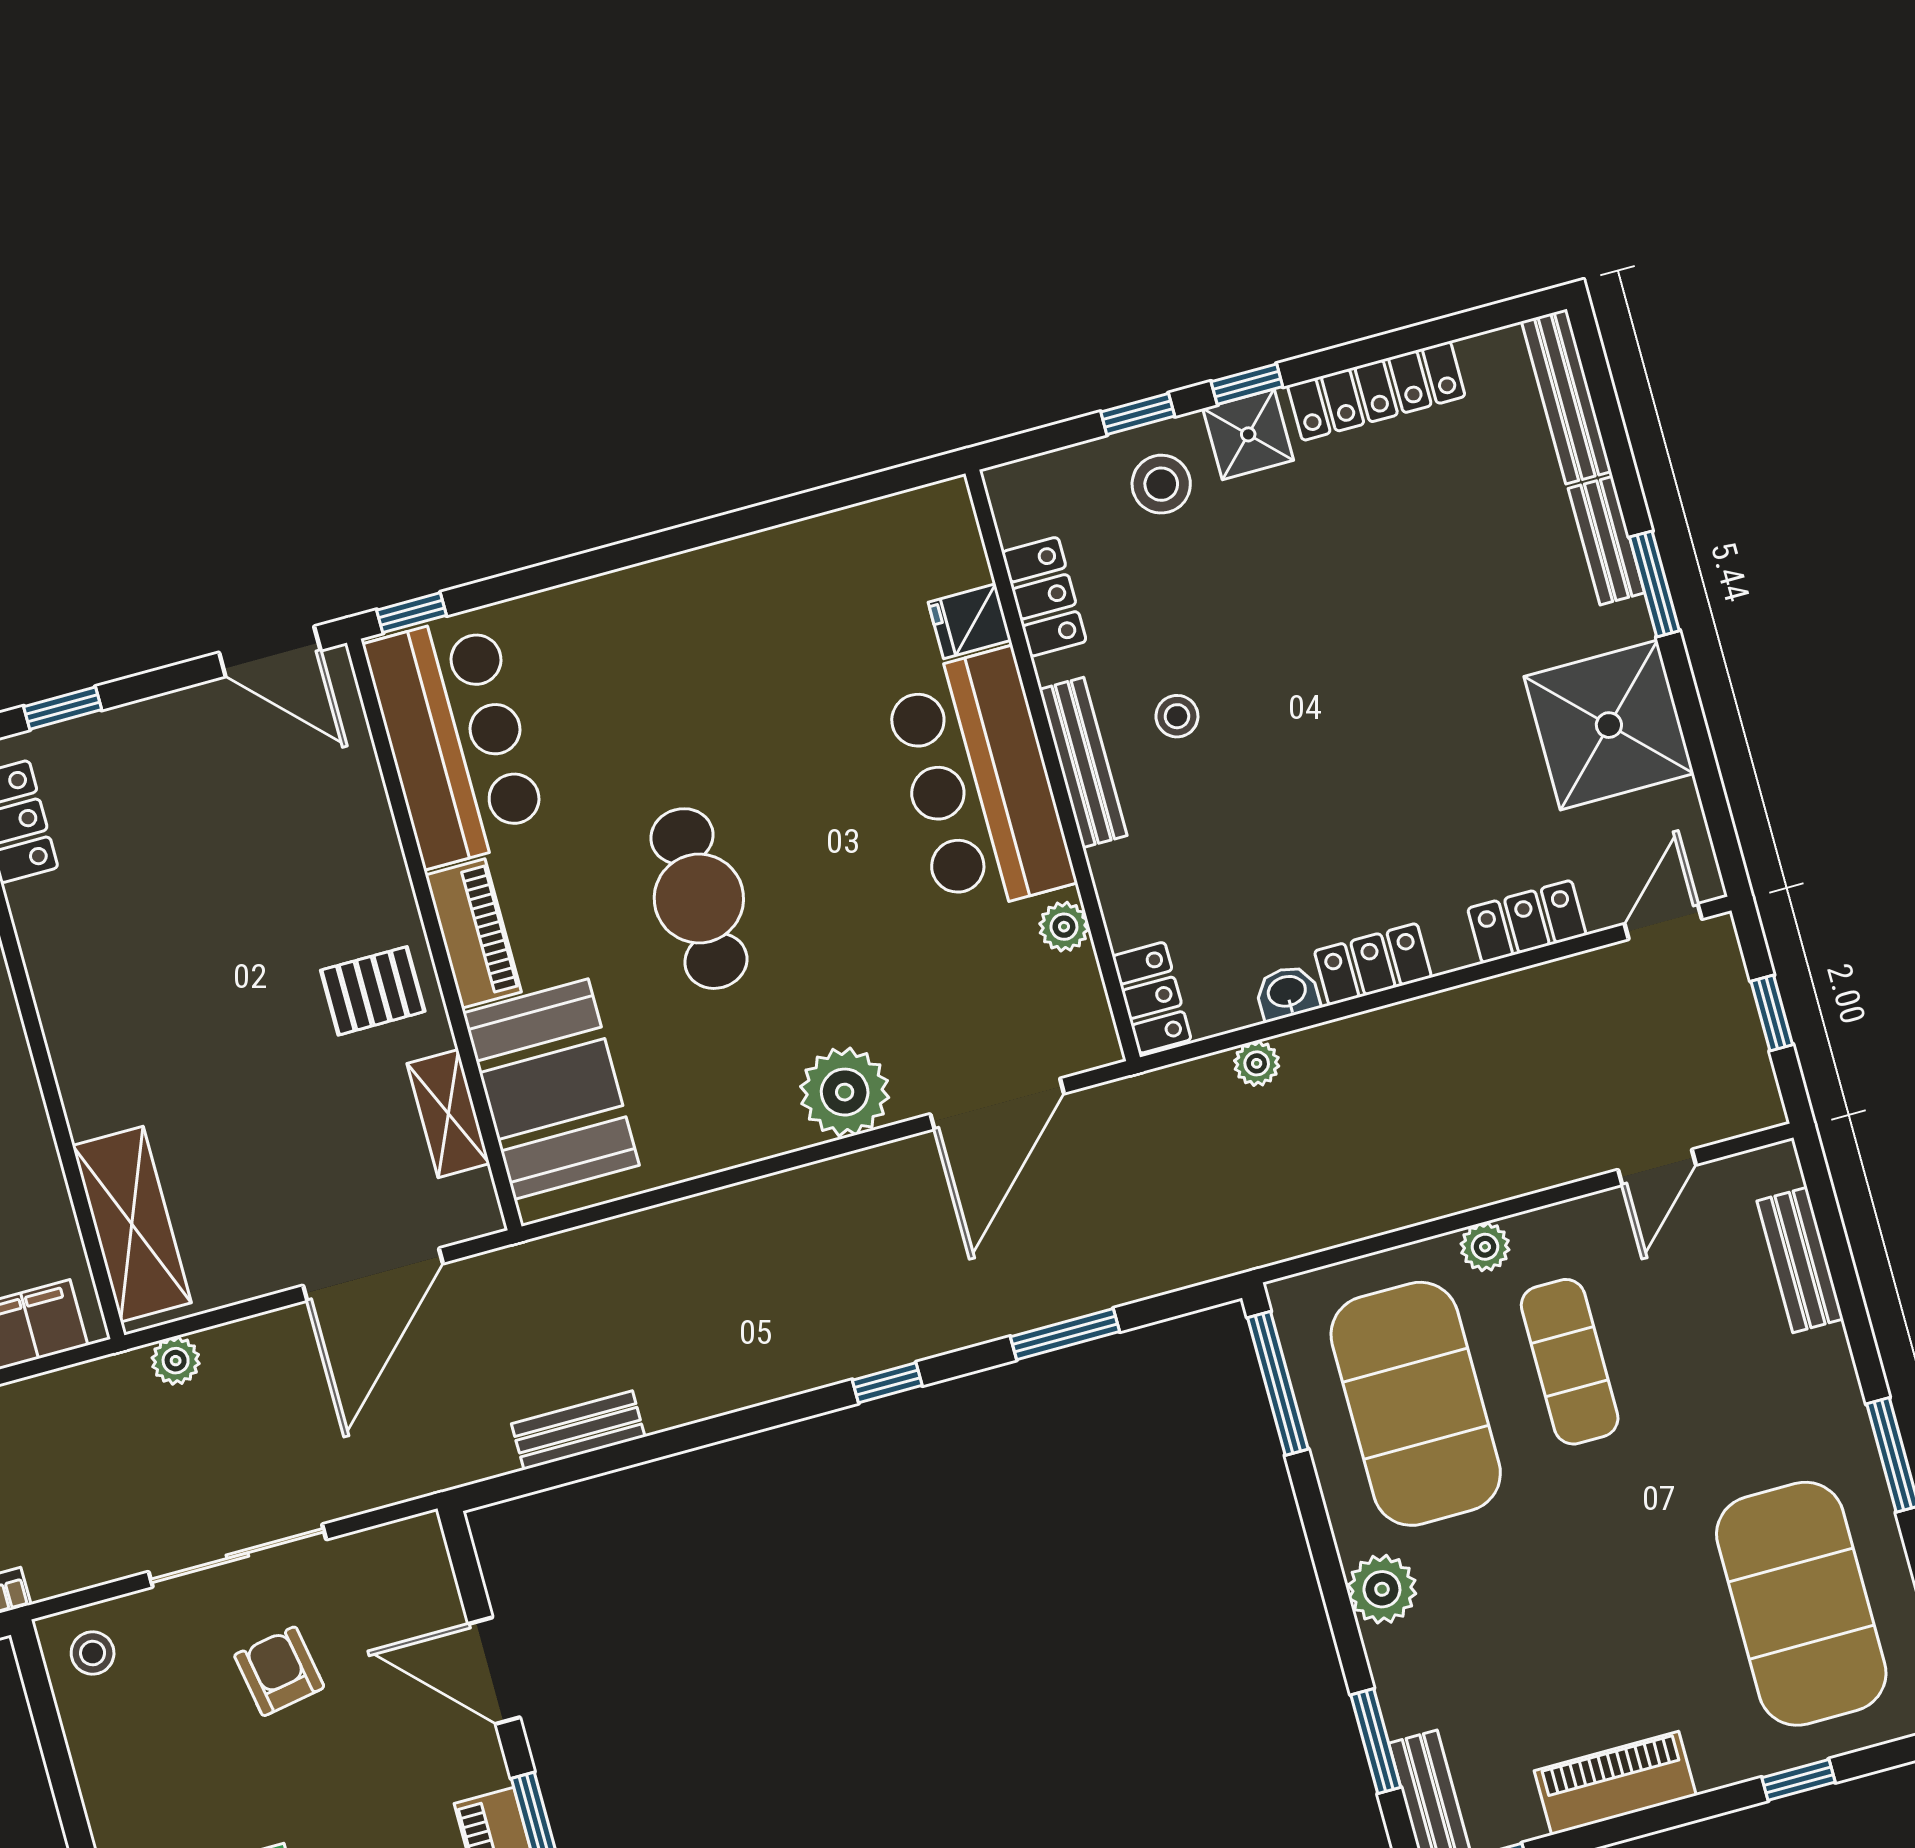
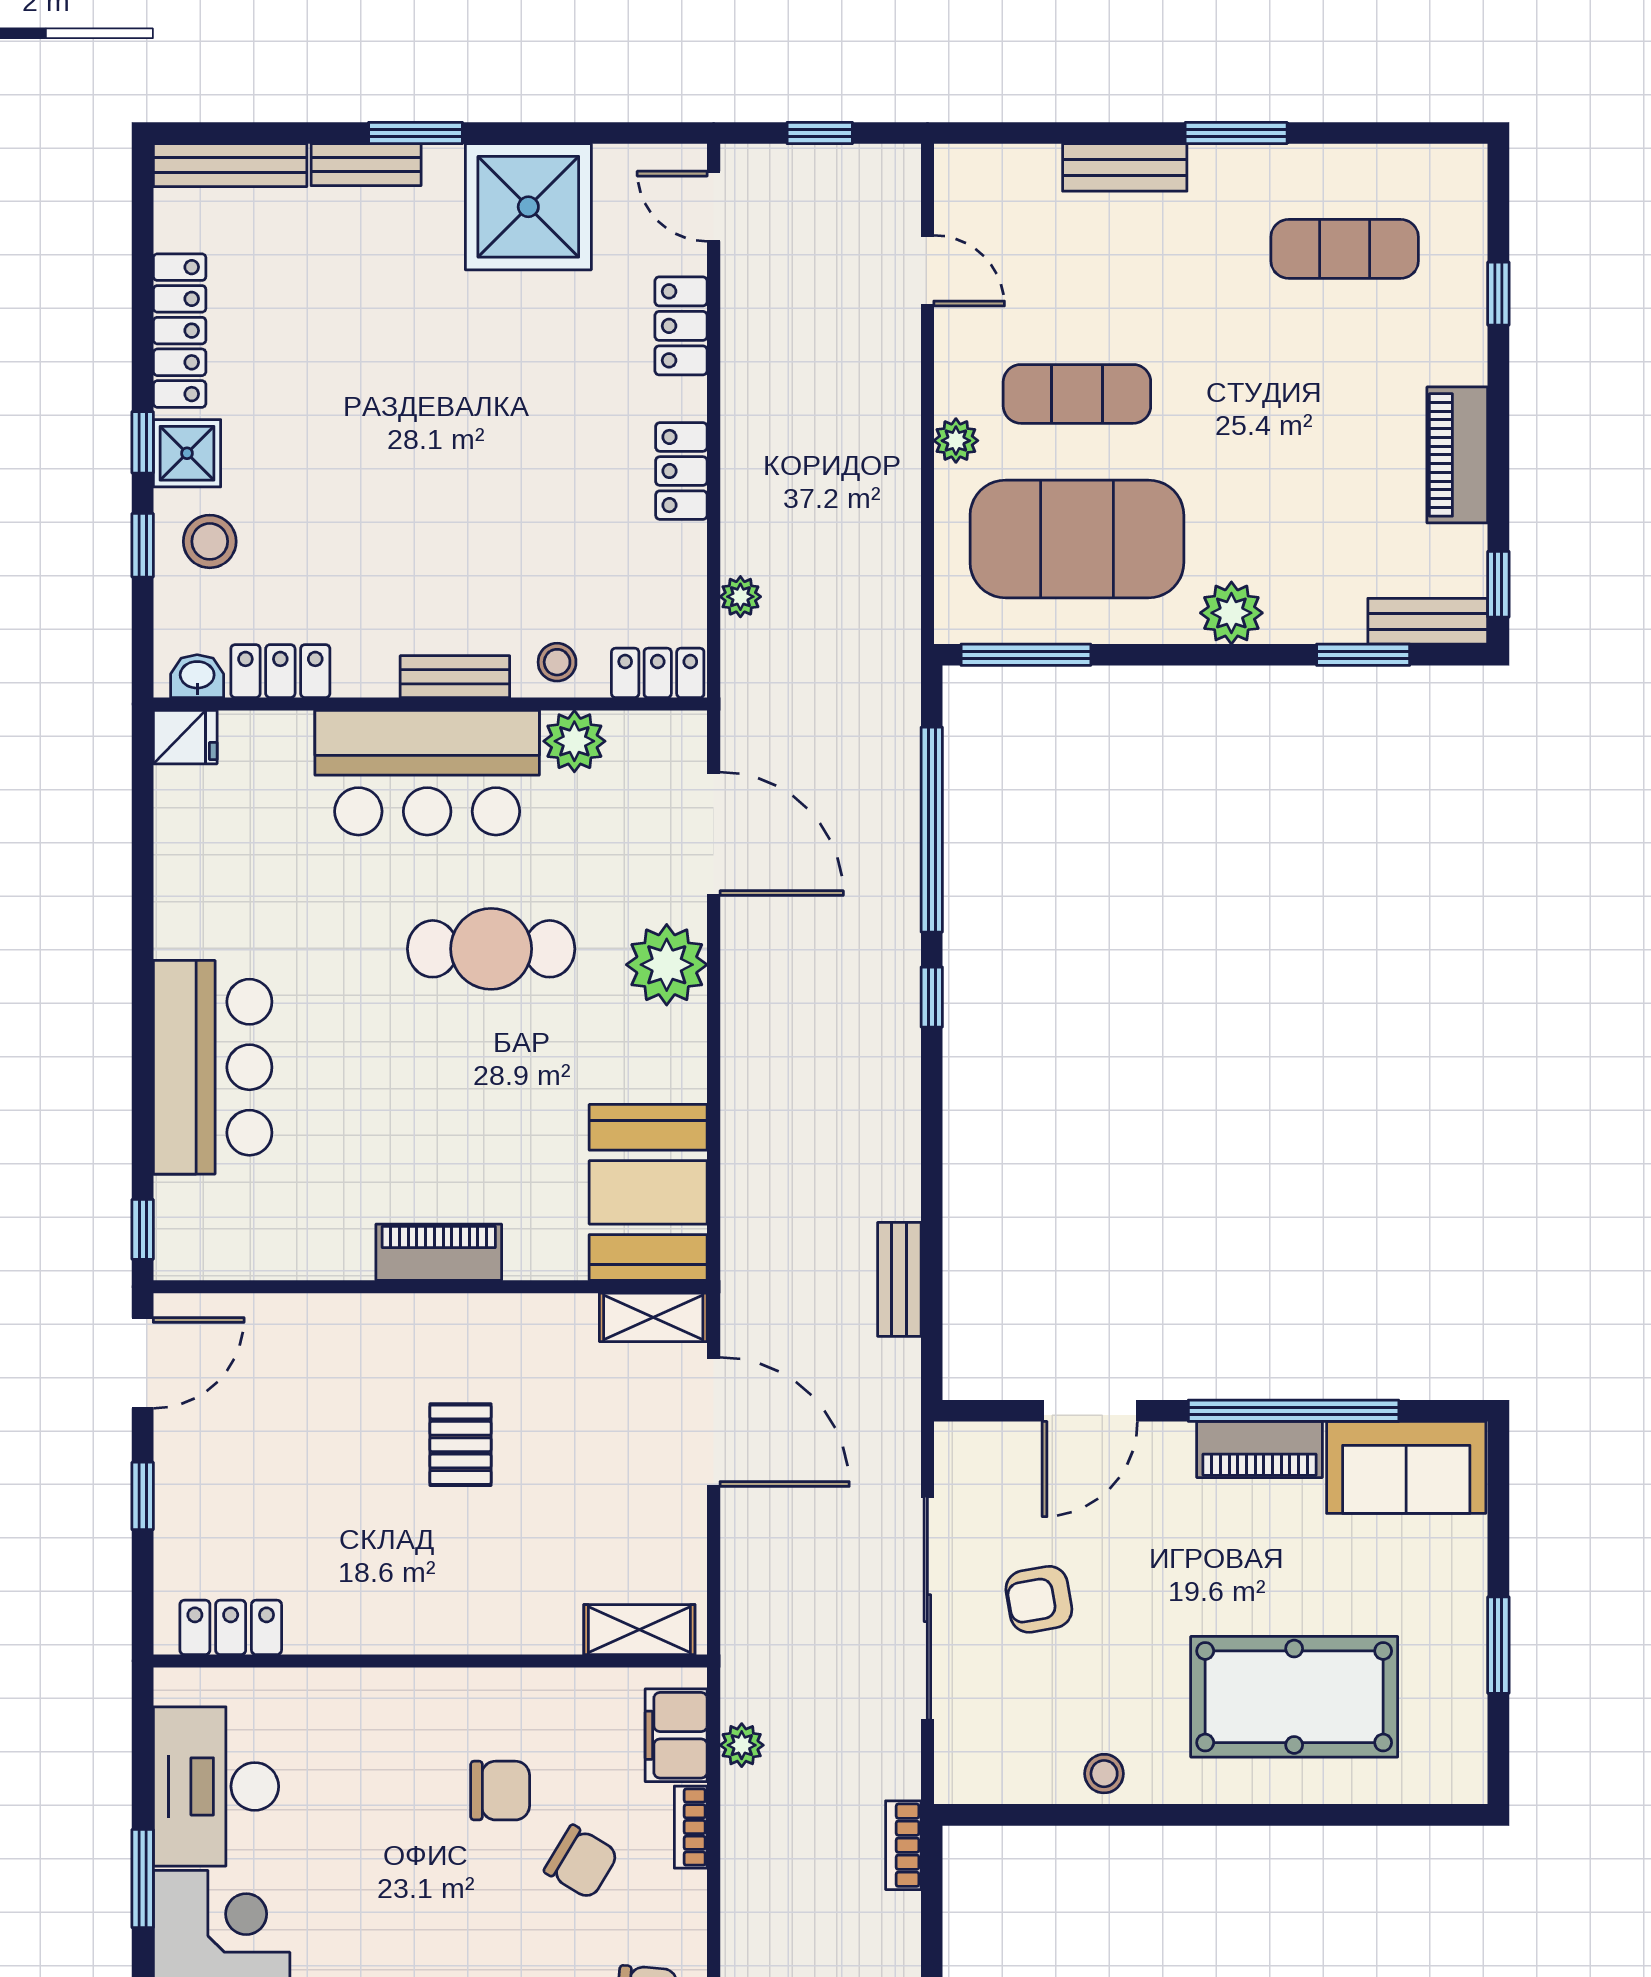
fridge: (970, 621) -> (185, 737), moved, turned -90
window: (63, 708) -> (143, 1496), moved
stool: (1177, 716) -> (557, 662), moved
bar counter: (456, 740) -> (213, 1067), moved, turned 90
bench: (1083, 762) -> (455, 677), width x0.73
cafe table: (699, 899) -> (491, 949), moved
plant: (1064, 927) -> (574, 741), width x1.38, depth x1.38
pallet: (373, 991) -> (460, 1445), moved
washbasin: (1287, 993) -> (197, 676), moved, turned 90
booth: (551, 1089) -> (648, 1192), moved, turned 90
shelving: (448, 1114) -> (653, 1317), moved
shelving: (132, 1224) -> (639, 1630), width x0.67, depth x0.75
bench: (1800, 1260) -> (1125, 167), moved
window: (1065, 1334) -> (932, 830), width x2.11
plant: (176, 1361) -> (742, 1745), moved
sliding door: (237, 1556) -> (927, 1608), width x1.36
exercise mat: (1801, 1604) -> (1345, 249), width x0.50, depth x0.69
stool: (93, 1653) -> (1104, 1774), moved

